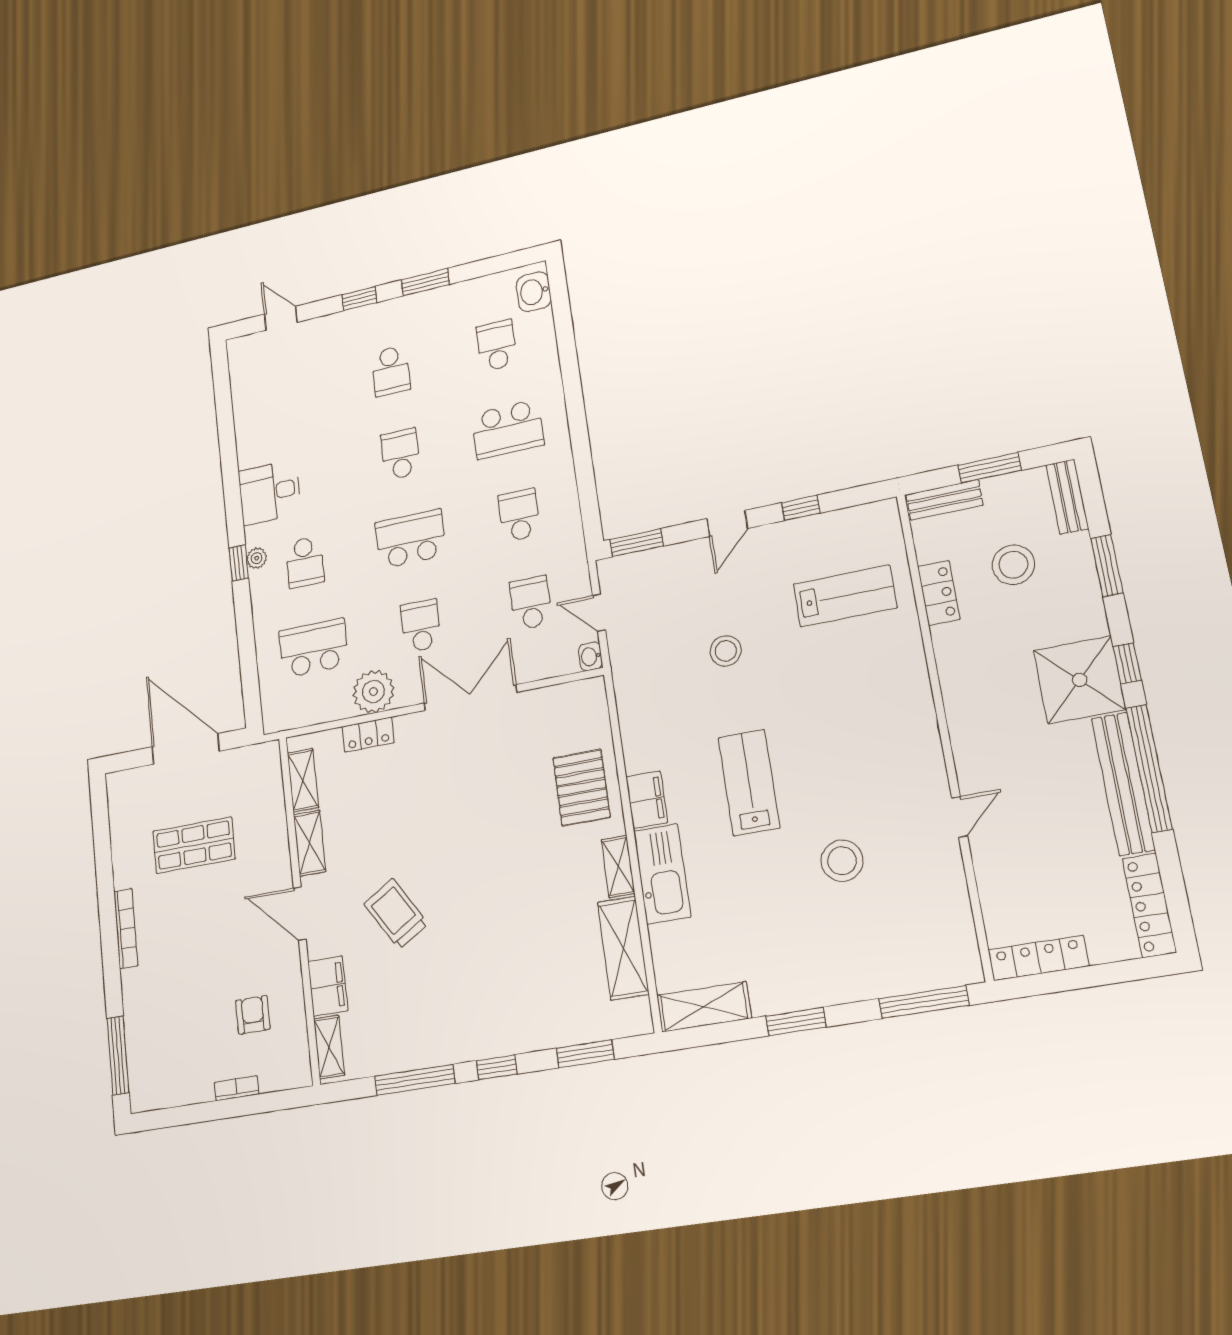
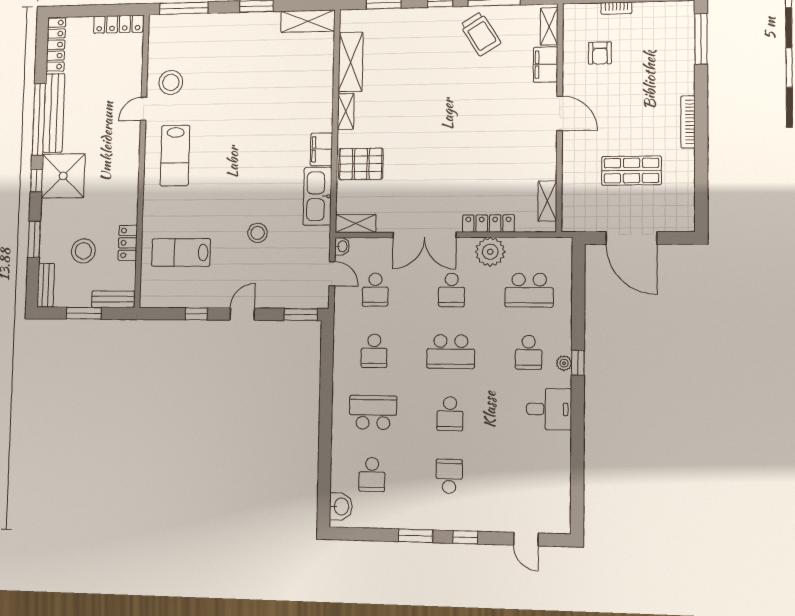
school desk: (305, 562) -> (529, 352), turned 180
locker: (368, 735) -> (488, 223), width x1.53
lab bench: (749, 782) -> (175, 156), moved
pallet: (581, 787) -> (361, 164), turned 90
shelving: (310, 843) -> (356, 224), moved, turned 90
stool: (842, 861) -> (171, 82), moved
kitchen sink: (662, 874) -> (318, 196), moved
trolley: (396, 914) -> (480, 34), moved

